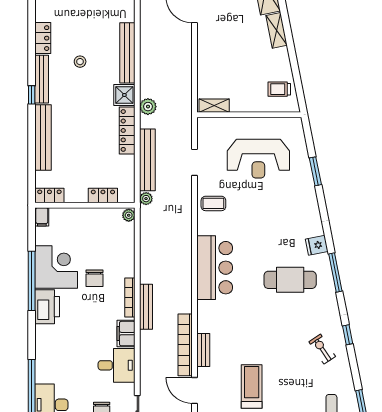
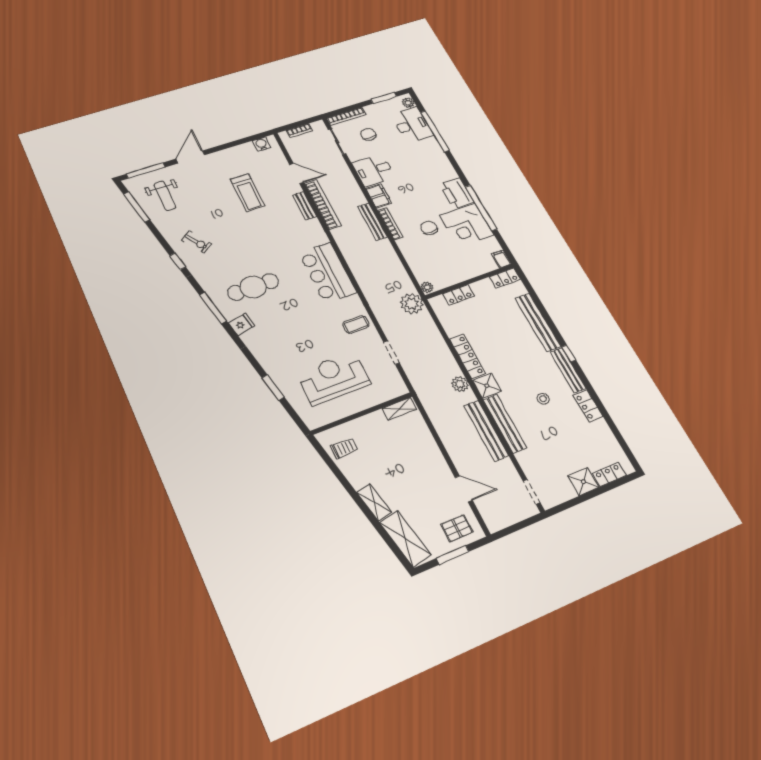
bench: (147, 160) -> (486, 431), moved
plant: (146, 199) -> (412, 304), width x1.87, depth x1.87

